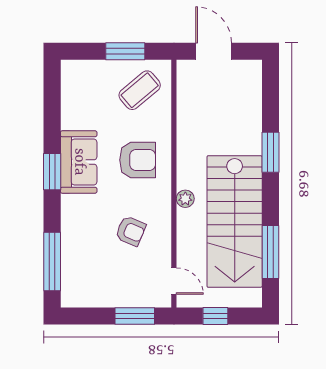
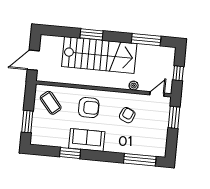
window: (125, 51) -> (27, 122), moved
armchair: (138, 160) -> (89, 108), turned 90
window: (52, 172) -> (70, 153), moved
plant: (185, 199) -> (134, 86), moved
stairs: (235, 221) -> (99, 55), moved

